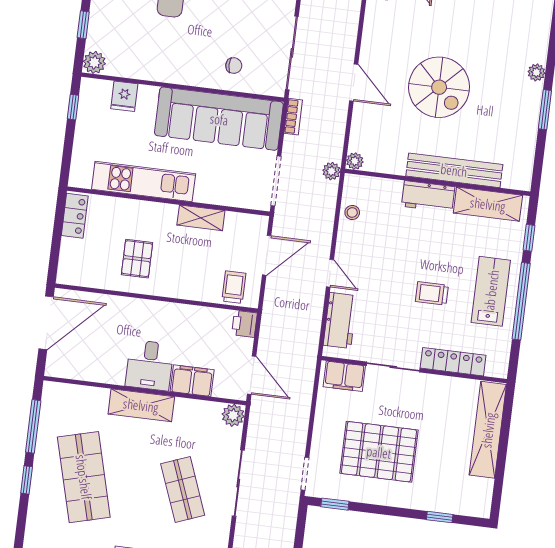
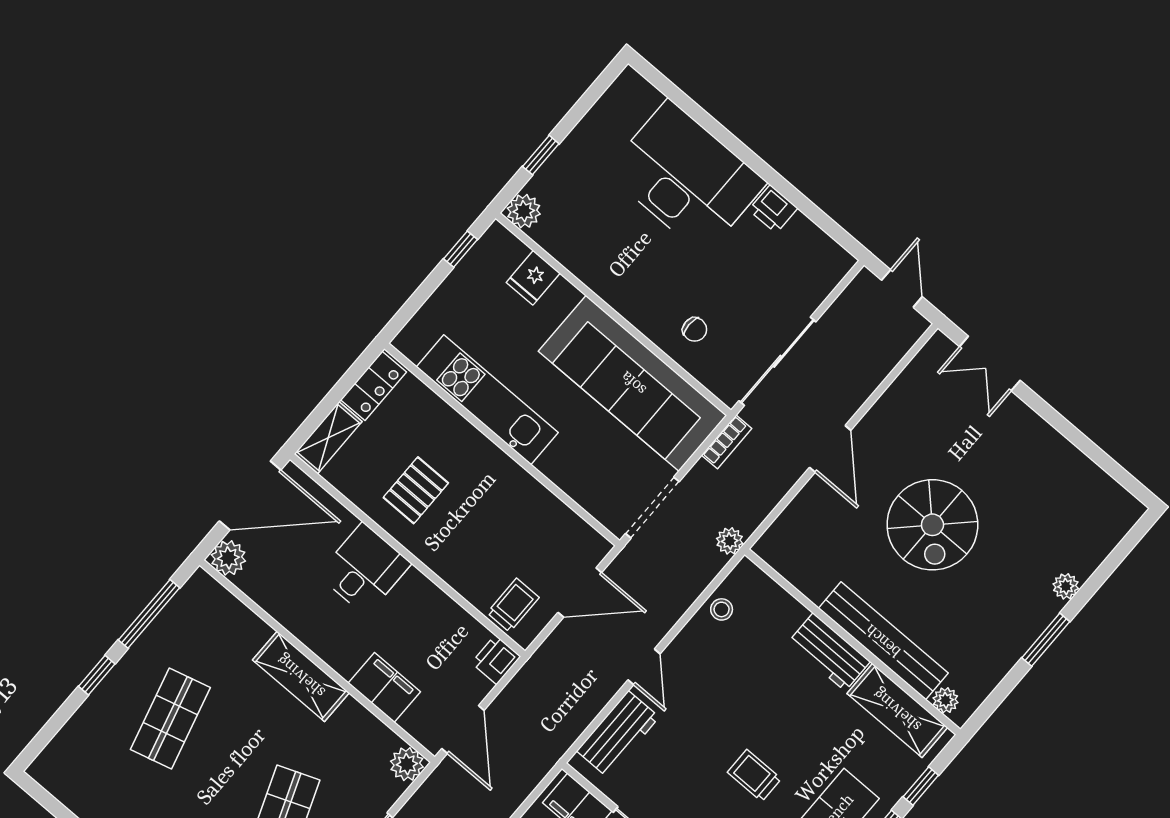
plant: (355, 161) -> (946, 700), moved
shelving: (201, 218) -> (328, 438), moved, turned 90
desk: (150, 365) -> (364, 569), moved, turned 180
plant: (57, 366) -> (228, 558), added
shop shelf: (84, 477) -> (170, 719), width x0.70, depth x0.74

